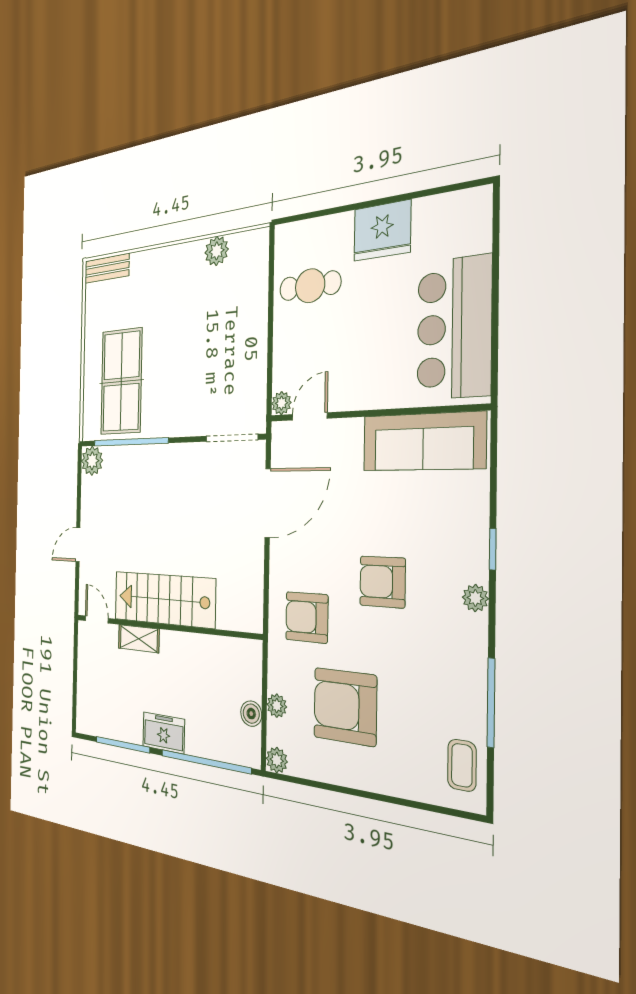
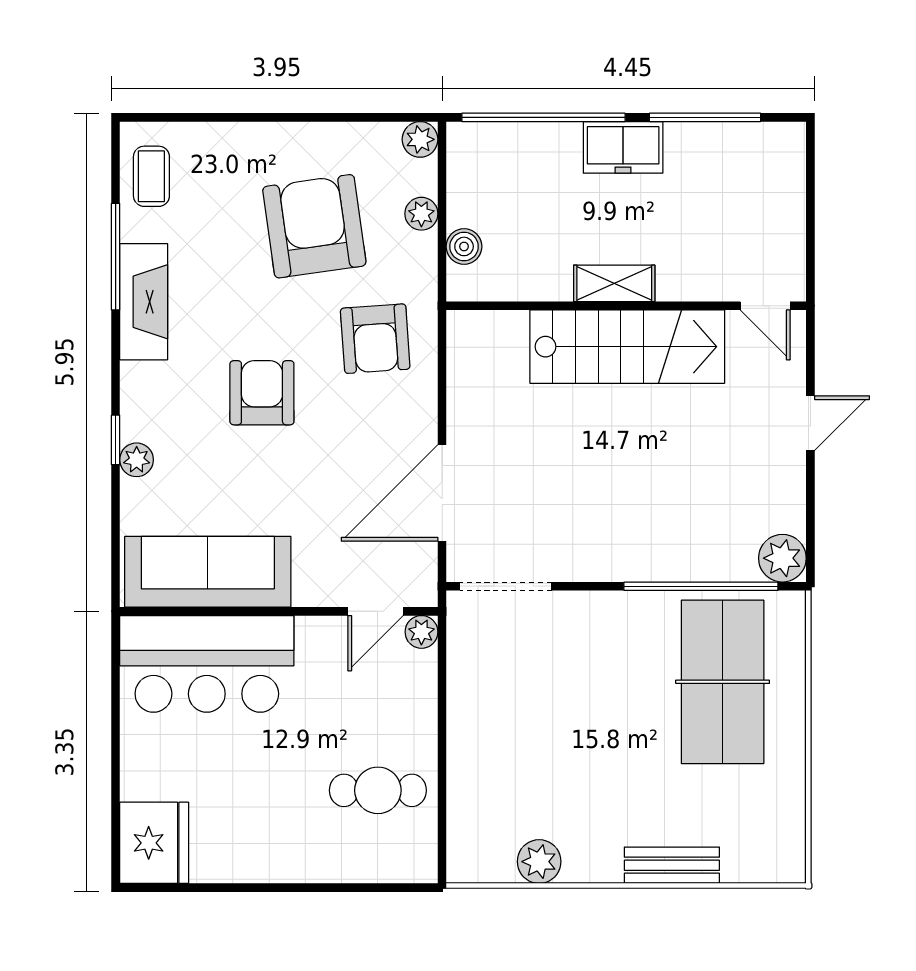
fridge: (382, 231) -> (154, 843), moved, turned 90
bench: (107, 268) -> (672, 865), moved
bar counter: (454, 328) -> (207, 664), moved, turned 90
armchair: (382, 582) -> (262, 393), turned -90
plant: (475, 598) -> (137, 460), moved
armchair: (307, 617) -> (375, 339), turned 86
shelving: (139, 639) -> (614, 283), moved
fireplace: (469, 662) -> (144, 302), added
armchair: (345, 707) -> (314, 226), turned -98
boiler: (251, 714) -> (464, 246), moved

